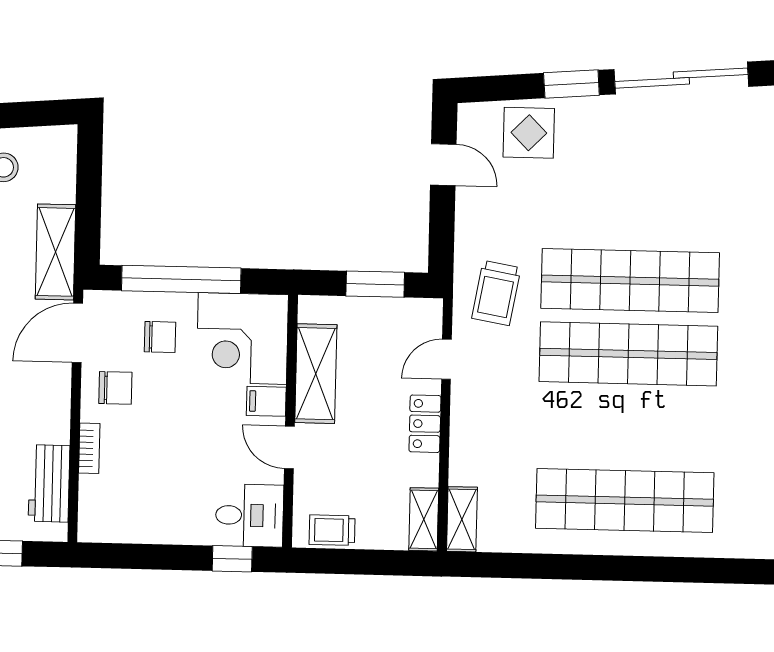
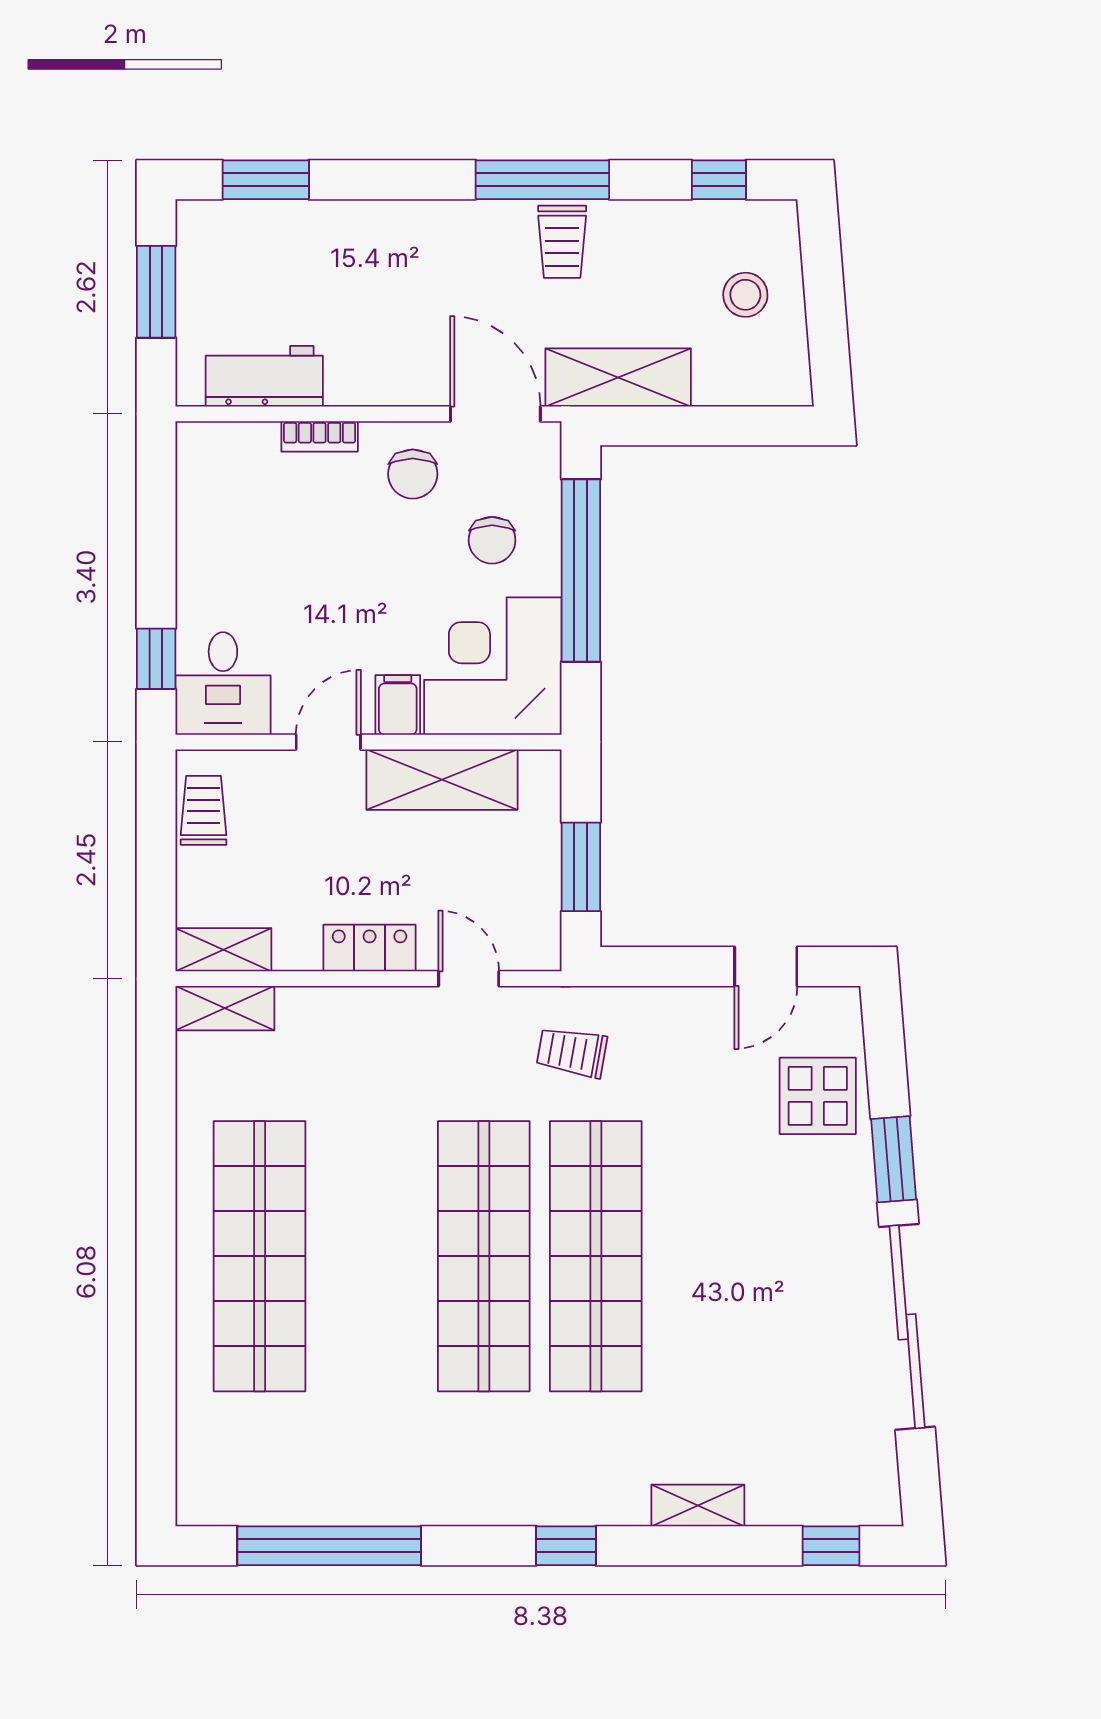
trolley: (496, 293) -> (572, 1052), width x0.73, depth x0.72

